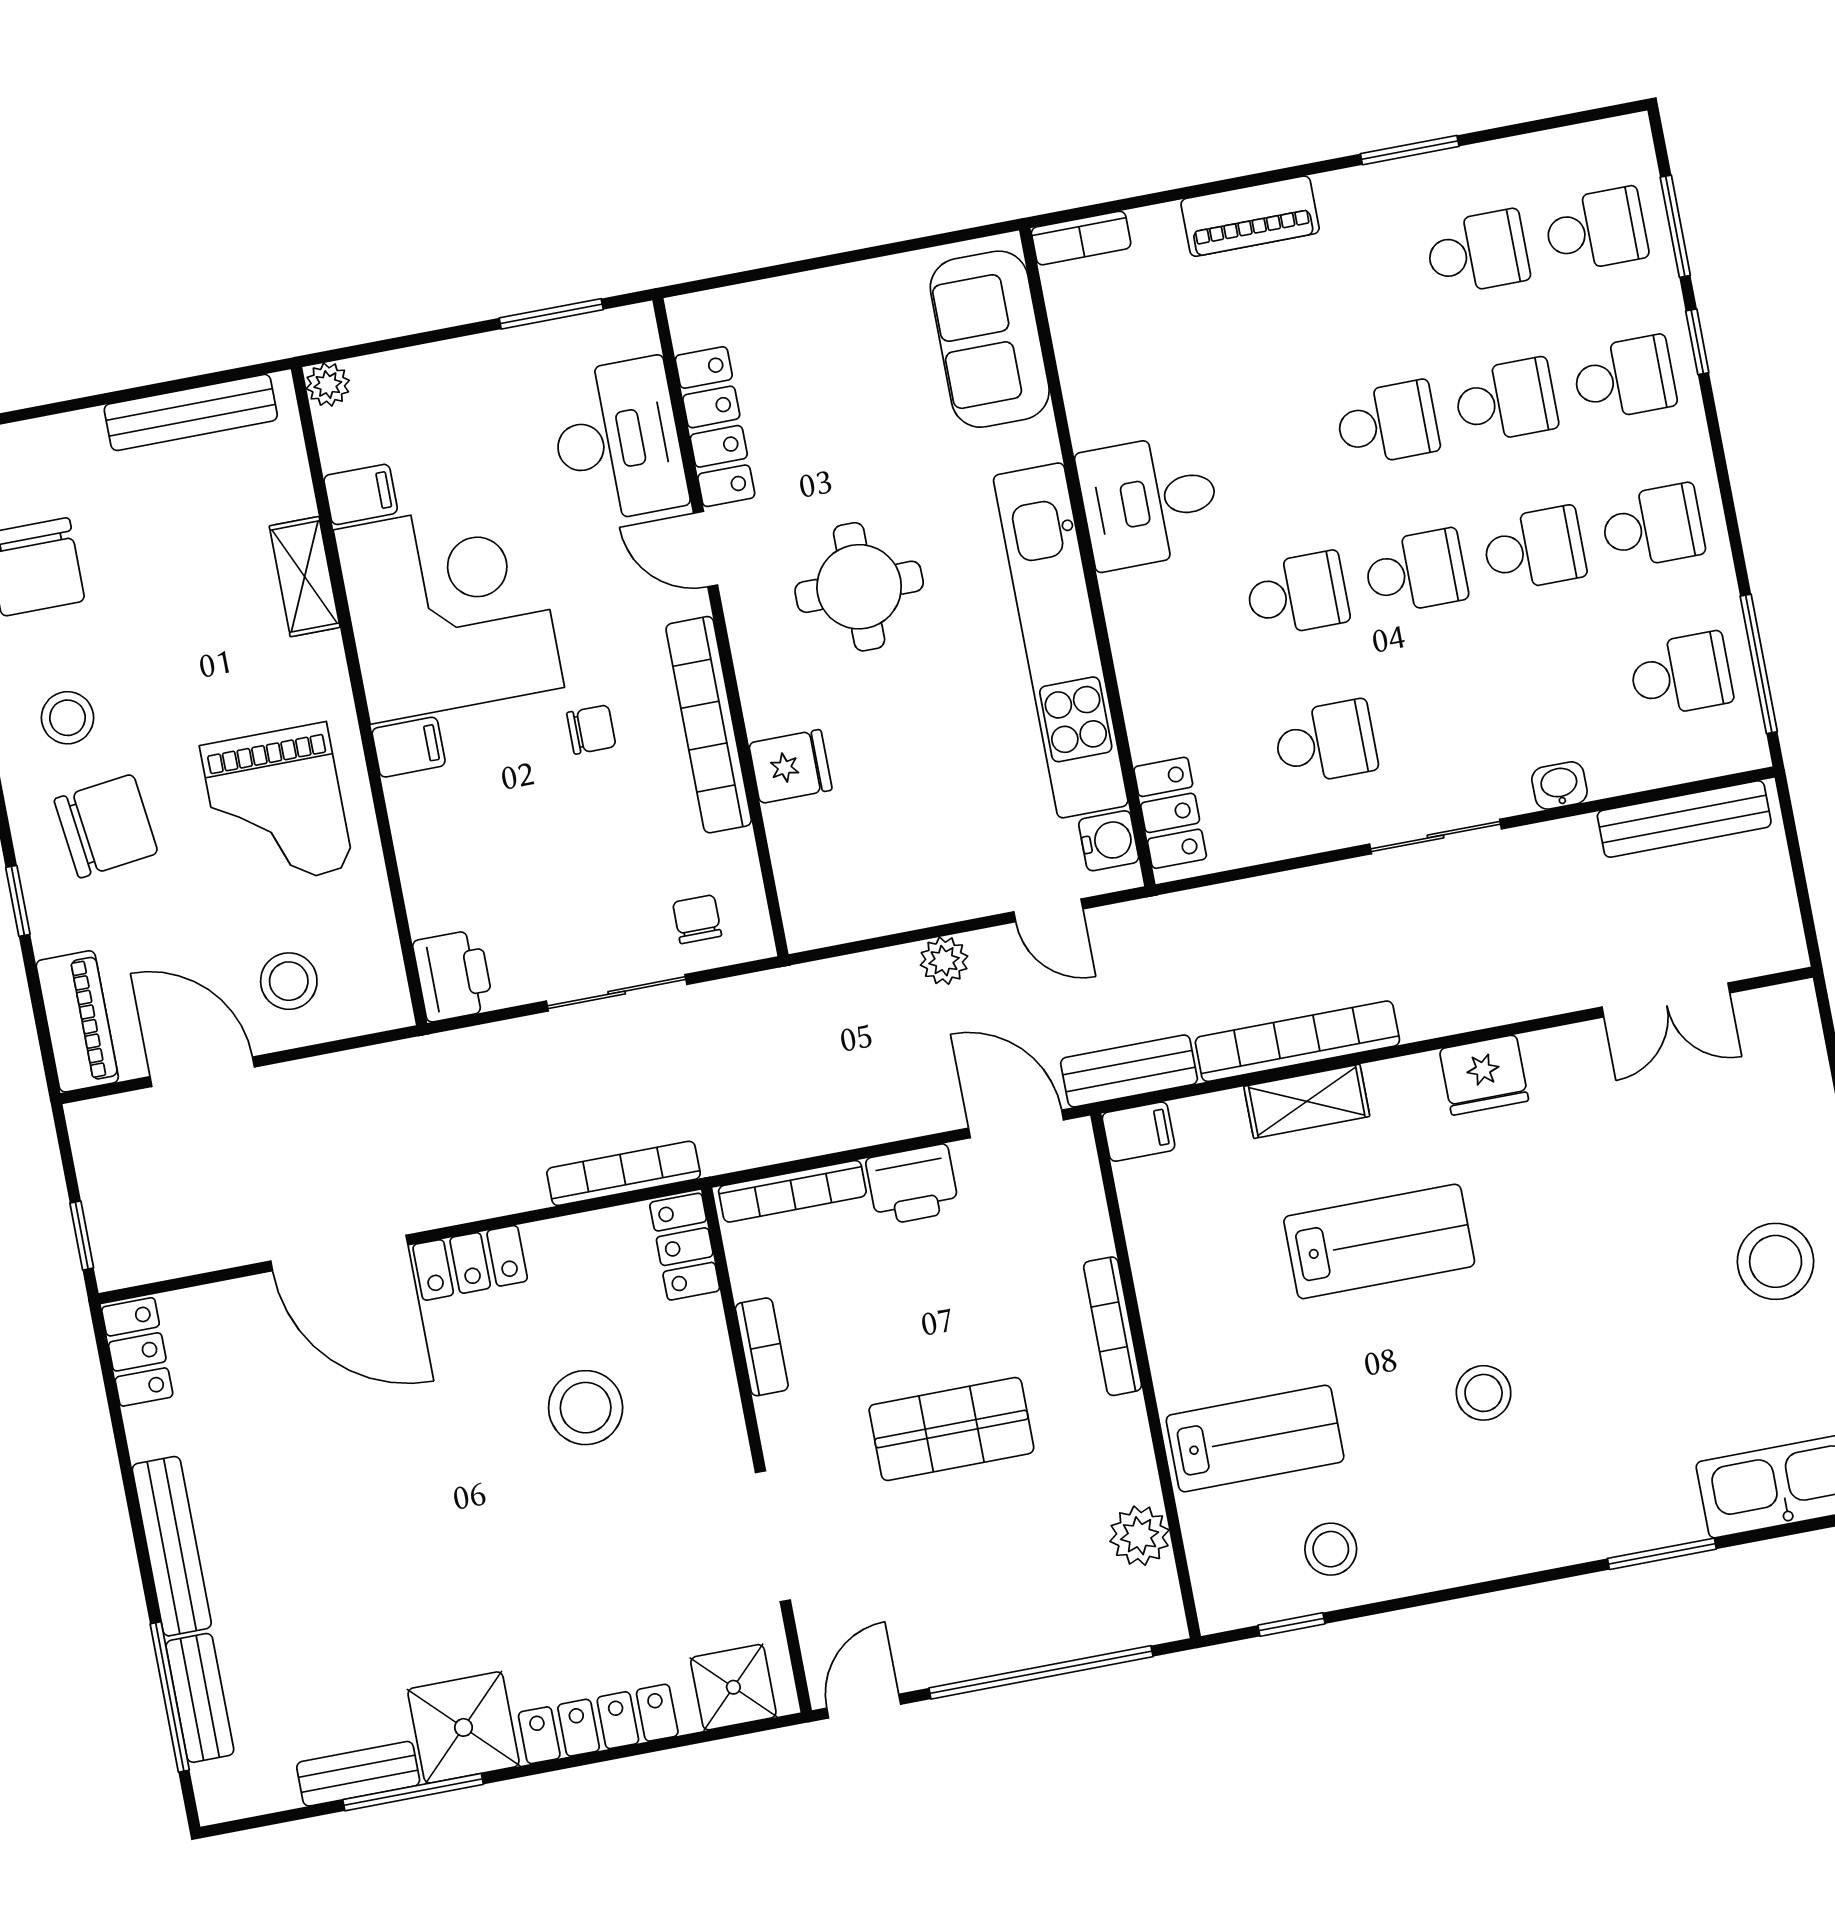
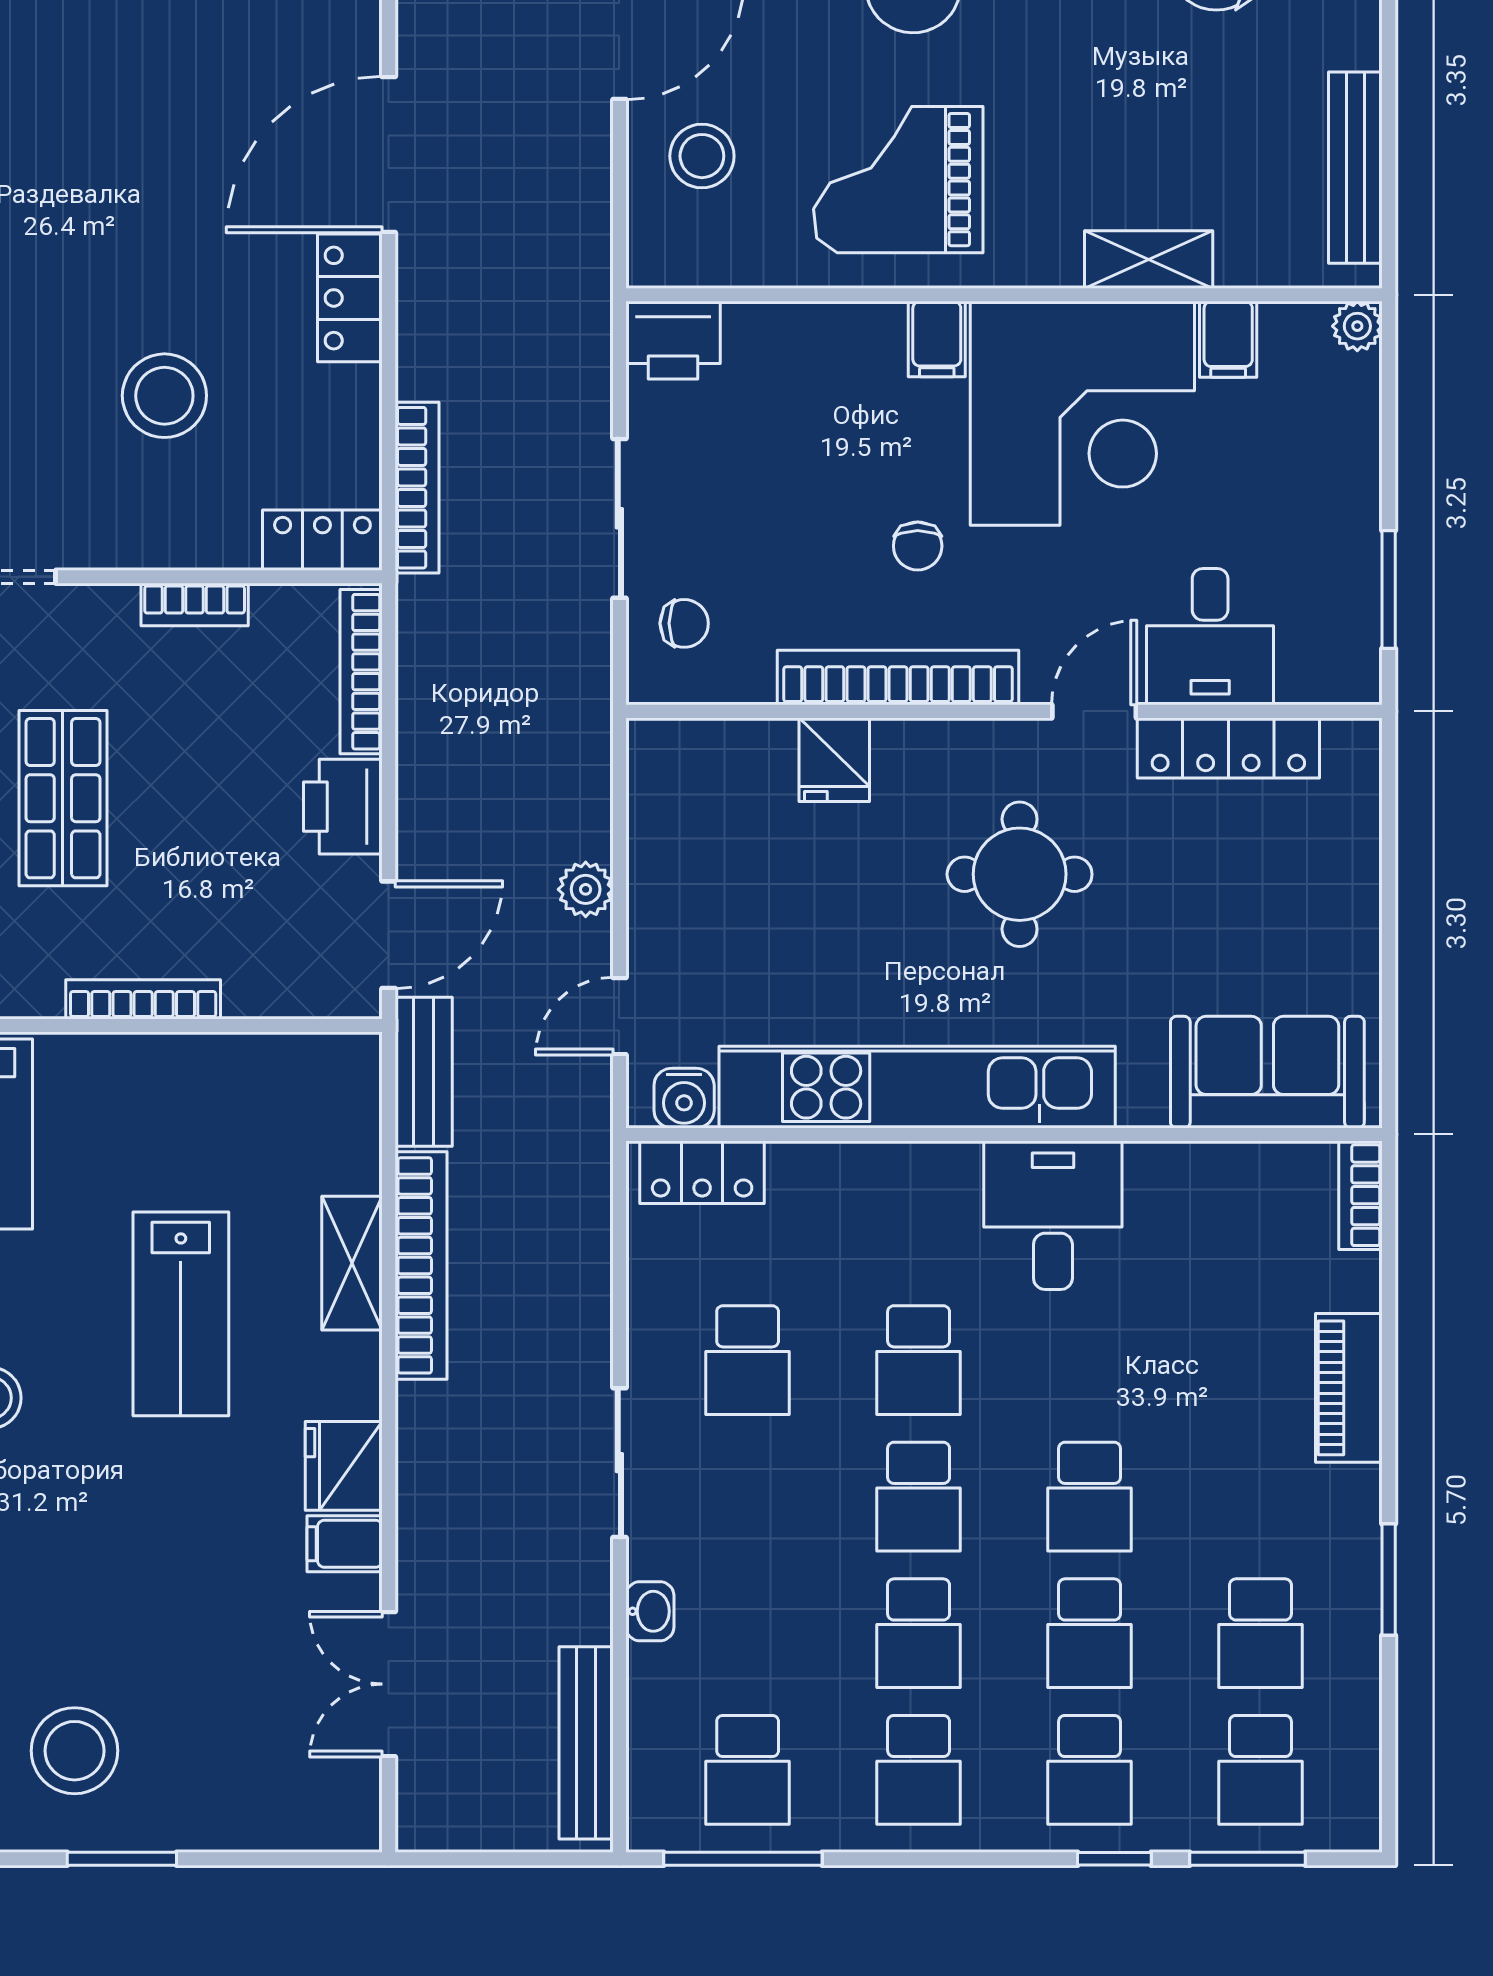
desk: (618, 440) -> (1210, 637), width x0.73
filing cabinet: (1139, 1132) -> (345, 1544), moved, turned 90

